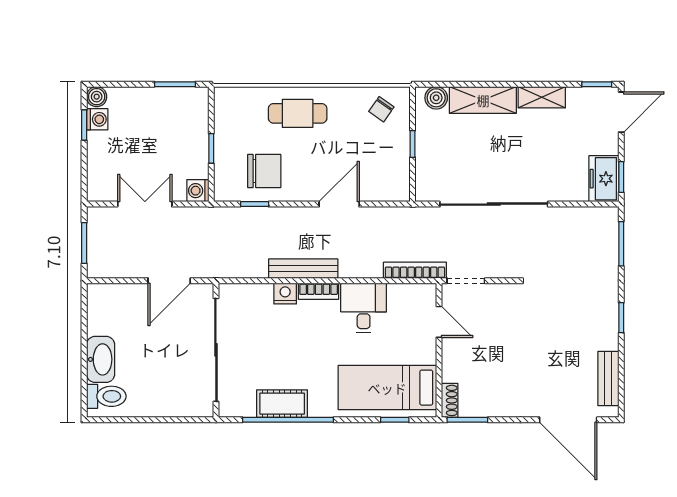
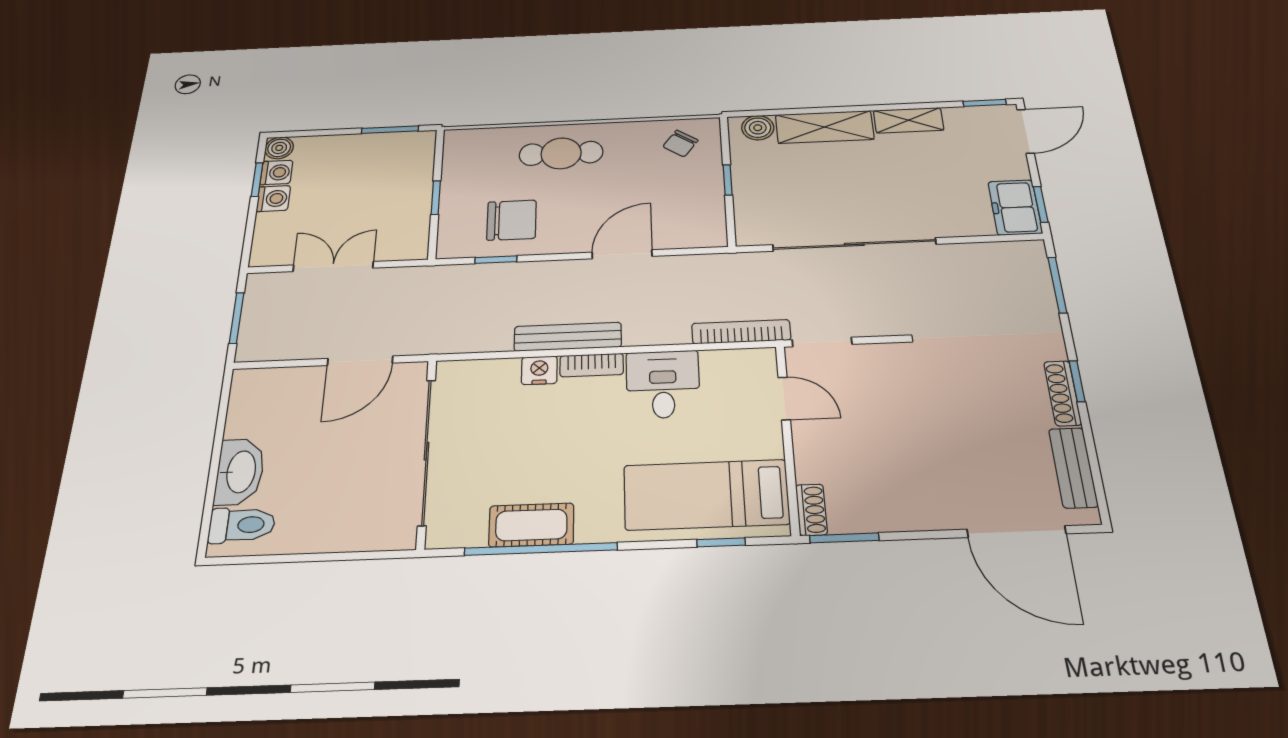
washing machine: (198, 191) -> (273, 199), moved, turned 180
shoe rack: (611, 326) -> (1063, 393), added

